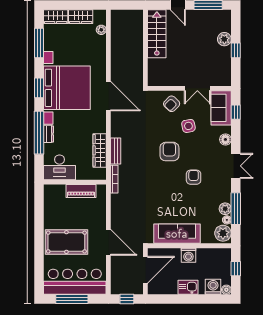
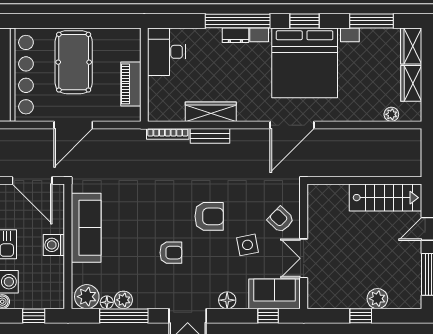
desk: (59, 167) -> (166, 52), moved
wall: (75, 182) -> (144, 75), moved
piano: (81, 191) -> (131, 84), moved

